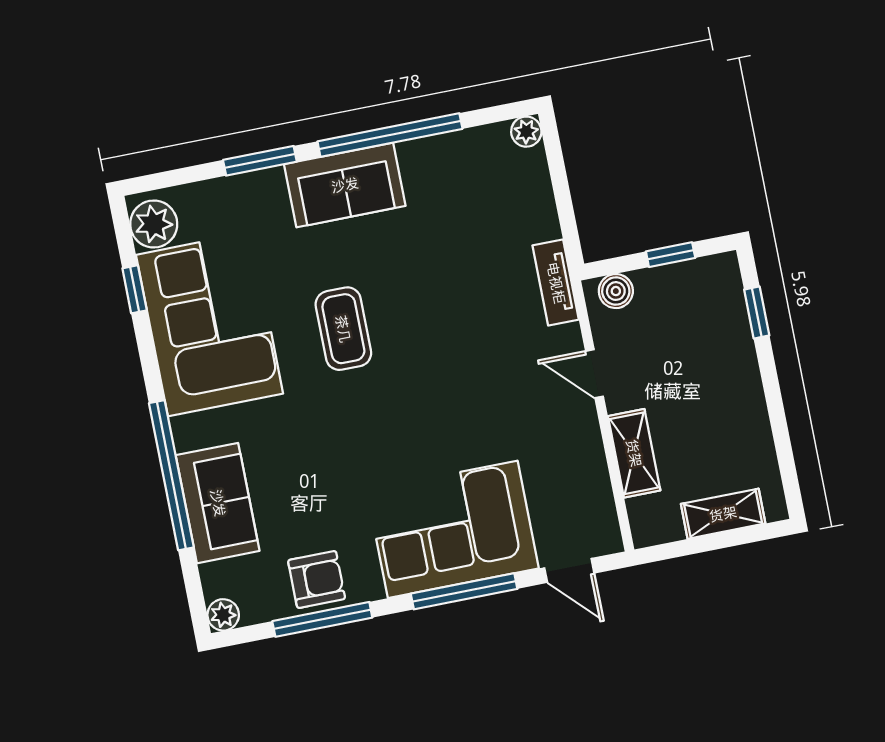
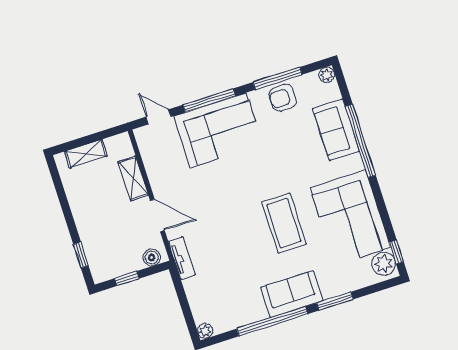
window: (135, 289) -> (396, 252), moved
coffee table: (343, 329) -> (284, 223), width x1.36, depth x1.32
door: (594, 374) -> (157, 215), width x1.38

